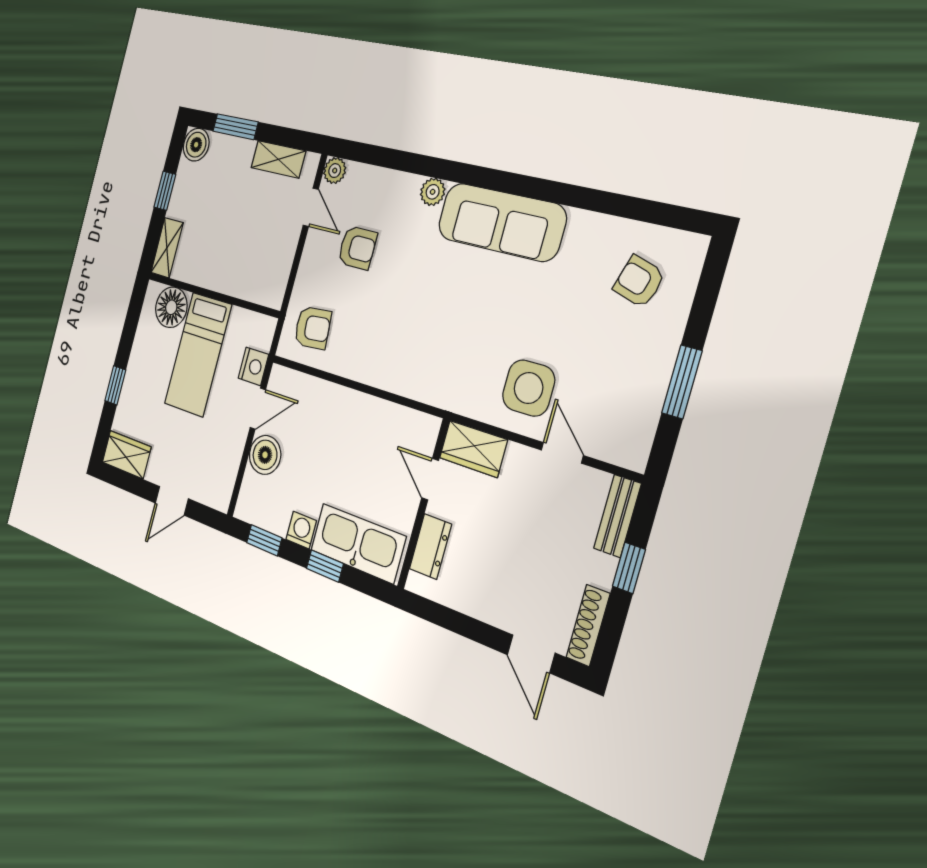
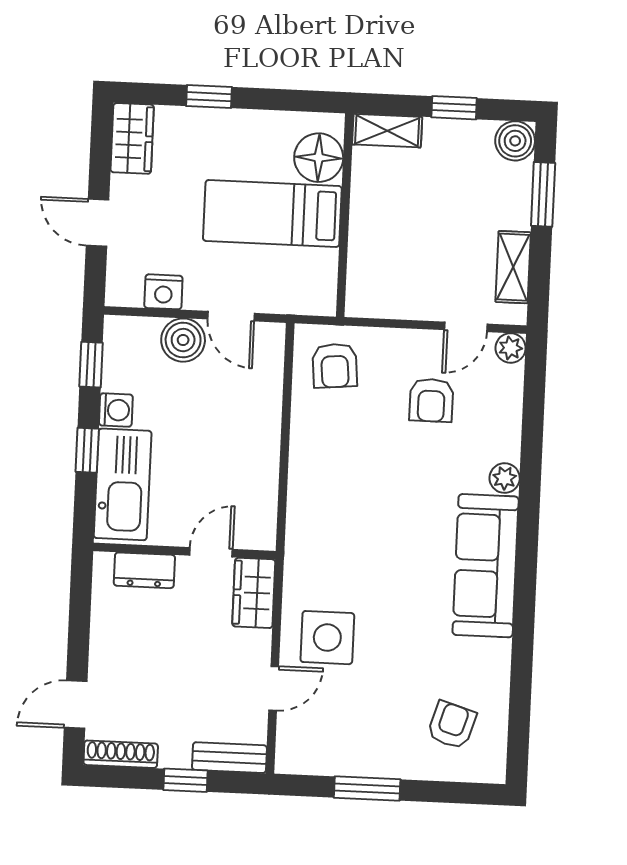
nightstand: (253, 366) -> (163, 292), moved

